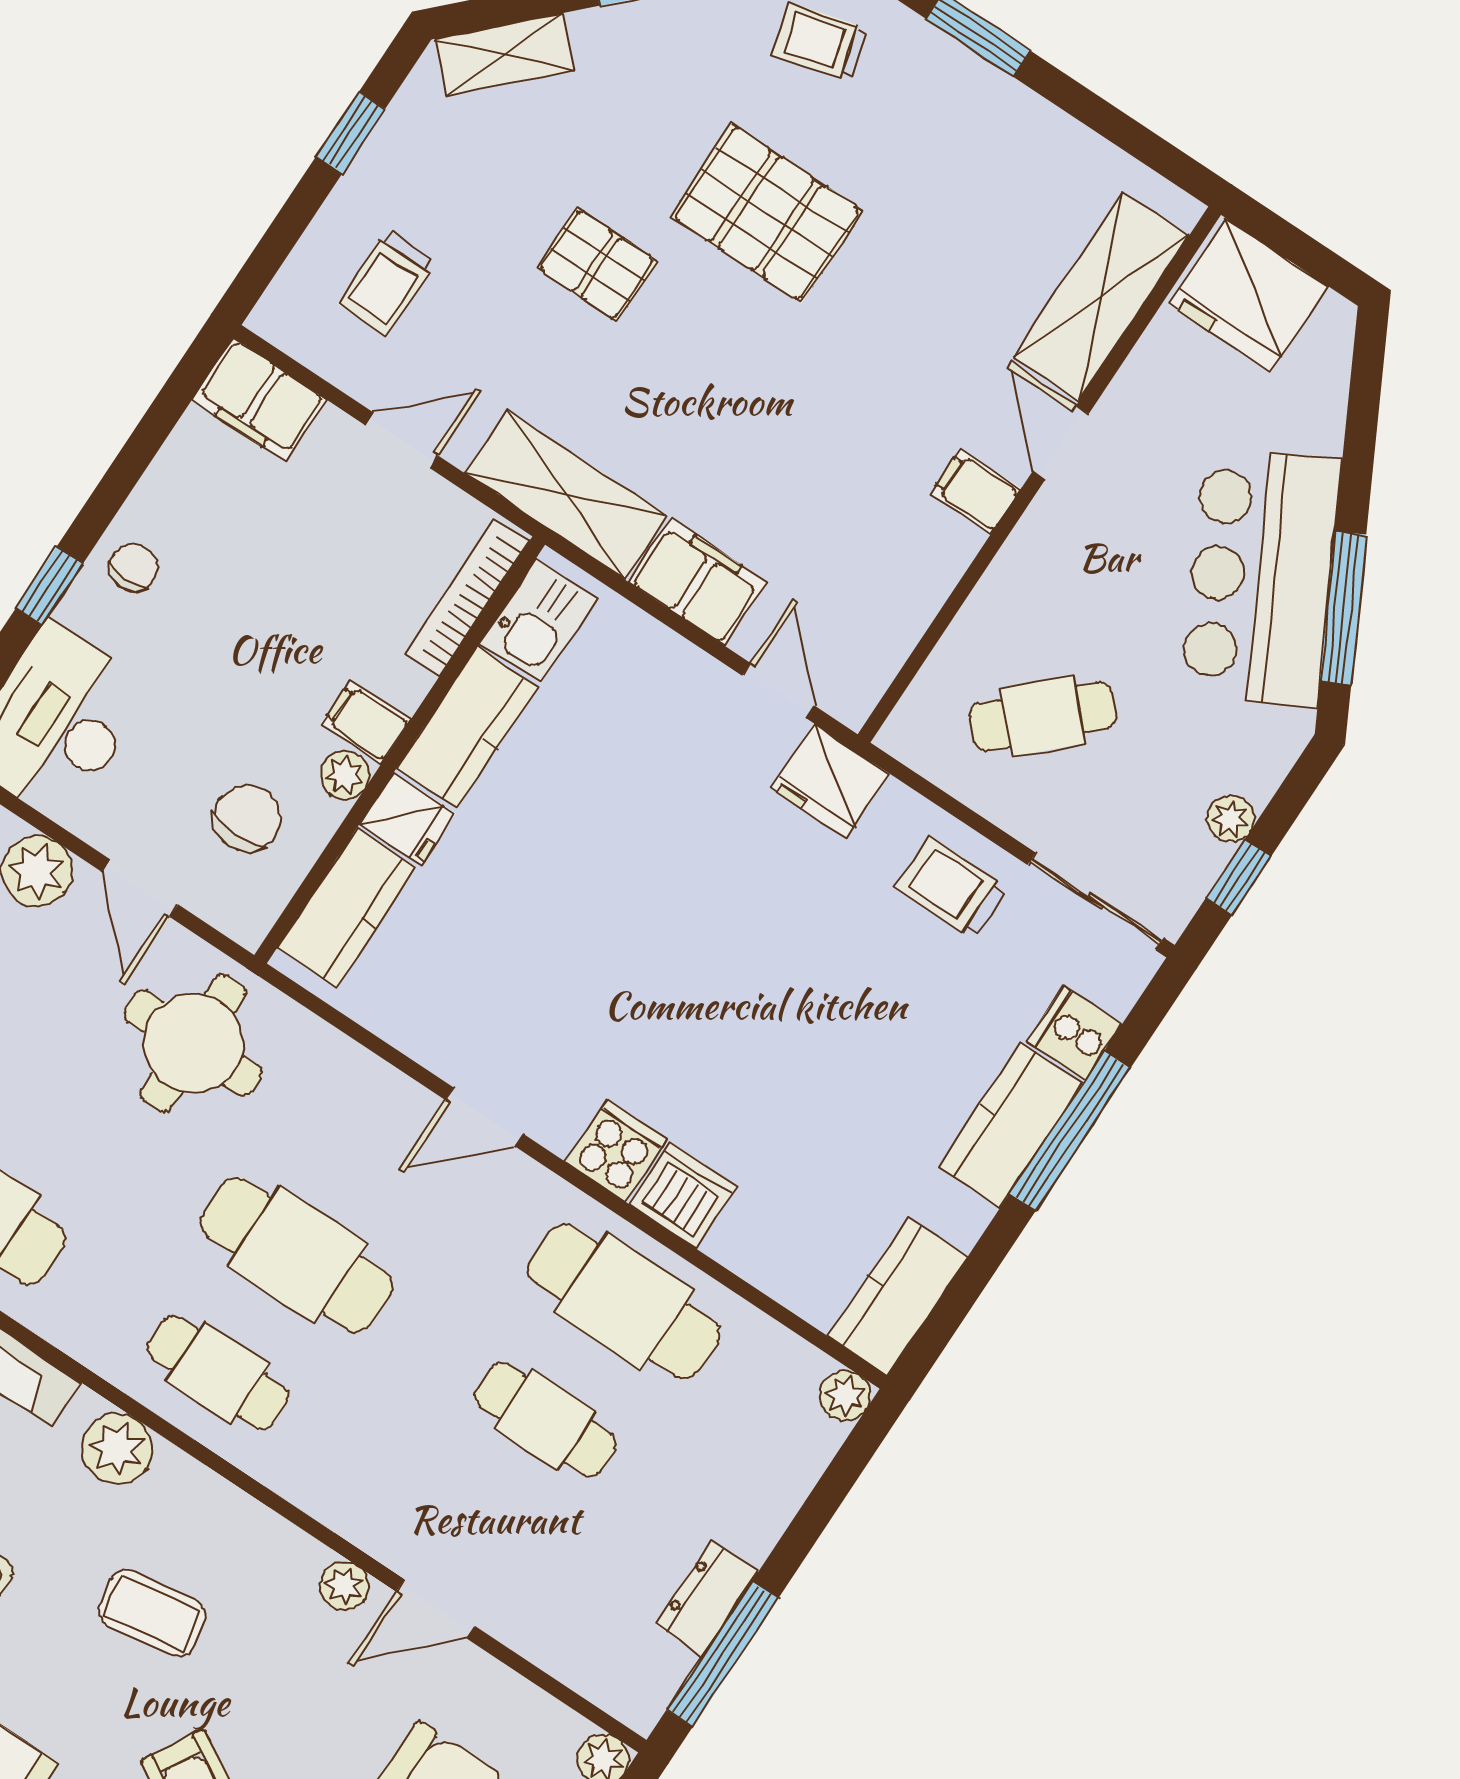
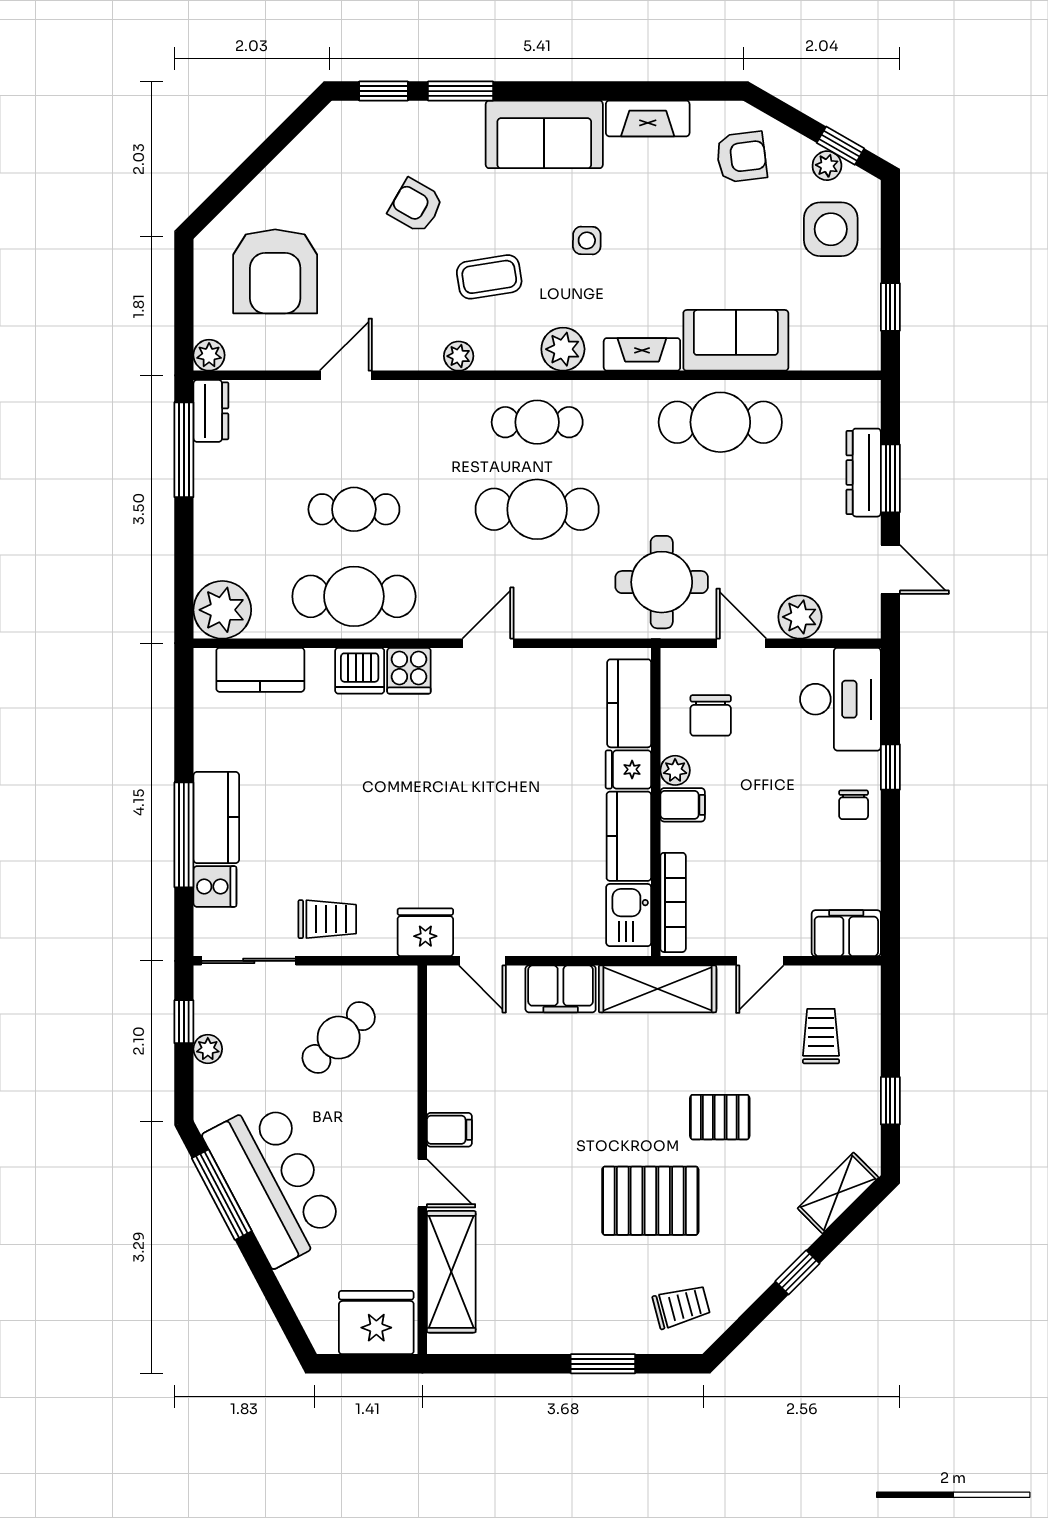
kitchen counter: (898, 1297) -> (260, 670), moved, turned 90
plant: (845, 1396) -> (222, 610), width x1.88, depth x1.88
plant: (344, 1586) -> (459, 356), moved
dresser: (707, 1598) -> (211, 411), moved

